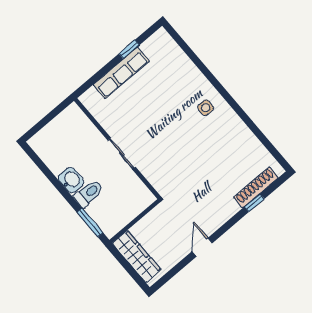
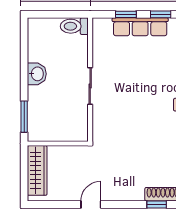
window: (102, 73) -> (126, 14), added
toilet: (89, 193) -> (74, 26), moved, turned 180

